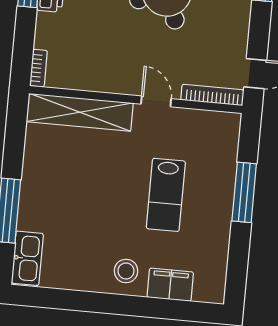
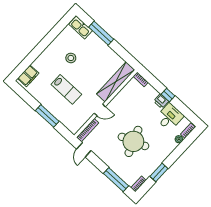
lab bench: (166, 195) -> (66, 89), turned 180
stool: (126, 271) -> (71, 58), moved
filing cabinet: (170, 285) -> (28, 76), moved

